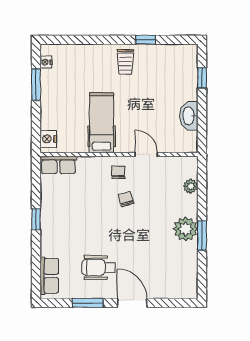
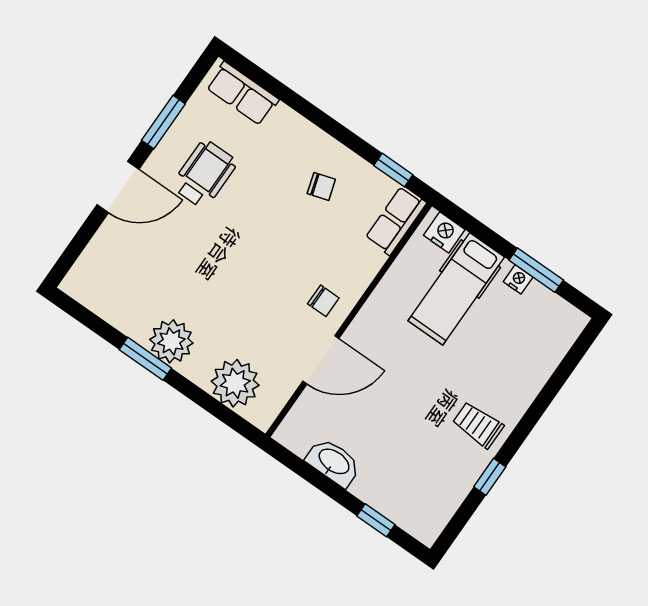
nightstand: (46, 62) -> (518, 279), moved
hospital bed: (102, 123) -> (456, 289), moved, turned 90
door: (146, 155) -> (321, 360), width x1.38
plant: (191, 186) -> (235, 383), width x1.88, depth x1.88
chair: (126, 199) -> (321, 186), moved
window: (36, 219) -> (393, 170), moved

